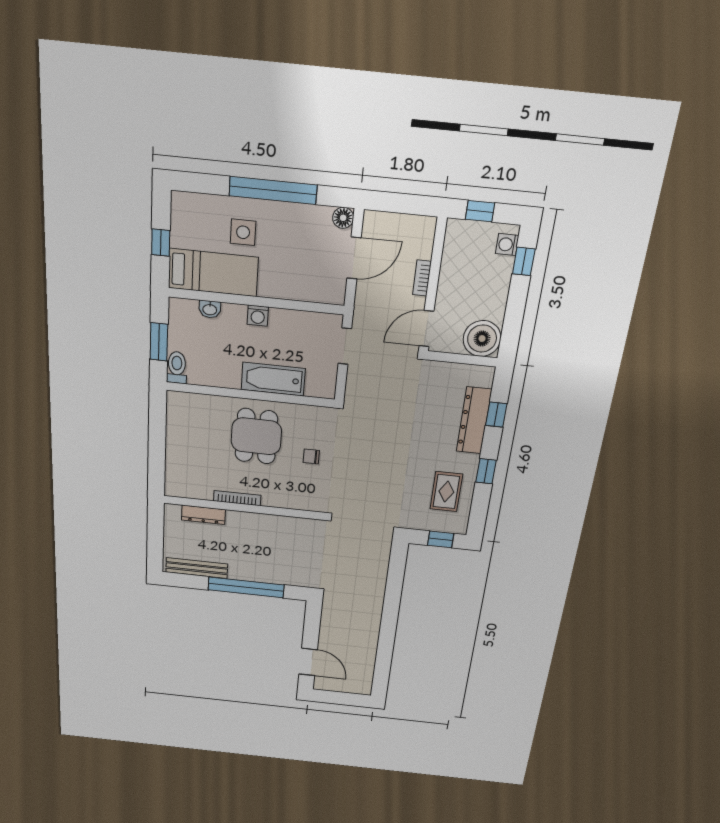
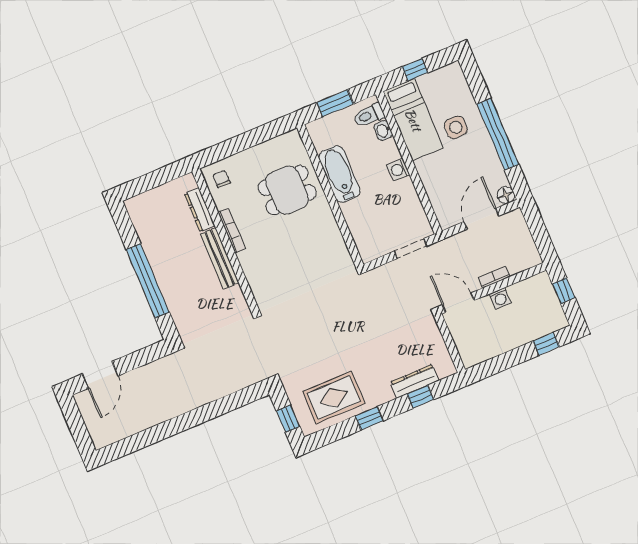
washing machine: (507, 244) -> (500, 298), moved, turned 180
door: (354, 258) -> (481, 219), swing flipped
boiler: (482, 339) -> (474, 349), removed
toilet: (177, 367) -> (369, 115), moved, turned 180
bathtub: (273, 379) -> (339, 174), moved
dresser: (474, 420) -> (415, 381), width x0.73, depth x0.80
dining table: (256, 436) -> (287, 190), moved
chair: (311, 456) -> (221, 179), moved
rug: (446, 492) -> (334, 398), width x1.36, depth x1.43
bench: (197, 568) -> (220, 258), moved

